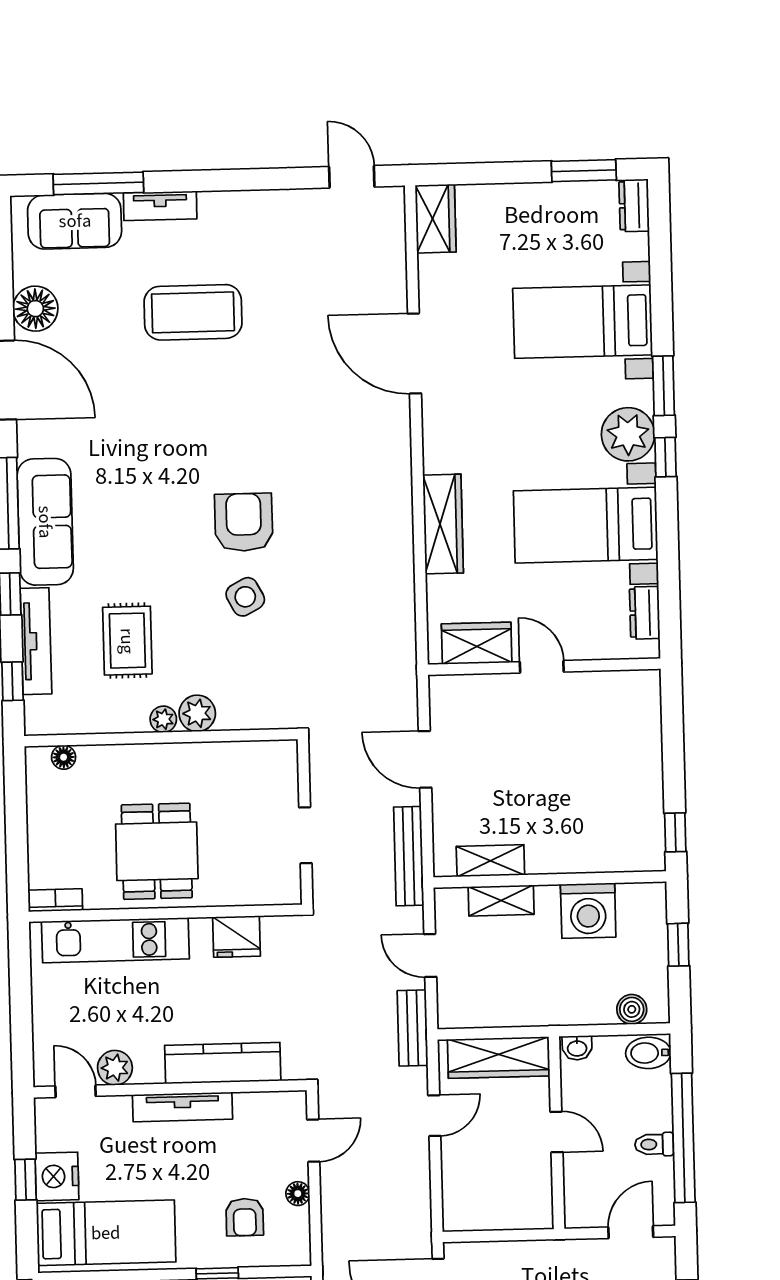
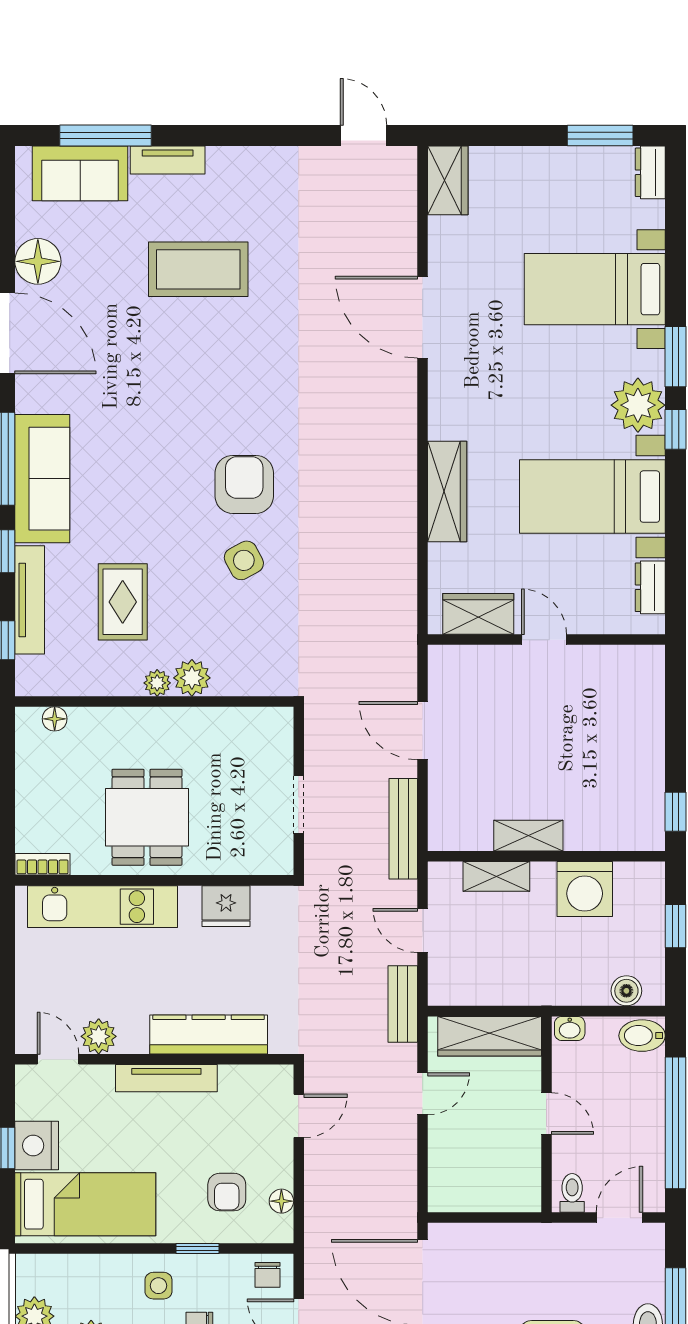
shelving: (490, 861) -> (528, 836), moved
toilet: (654, 1144) -> (572, 1193), moved, turned 90
floor lamp: (298, 1194) -> (281, 1201), moved

